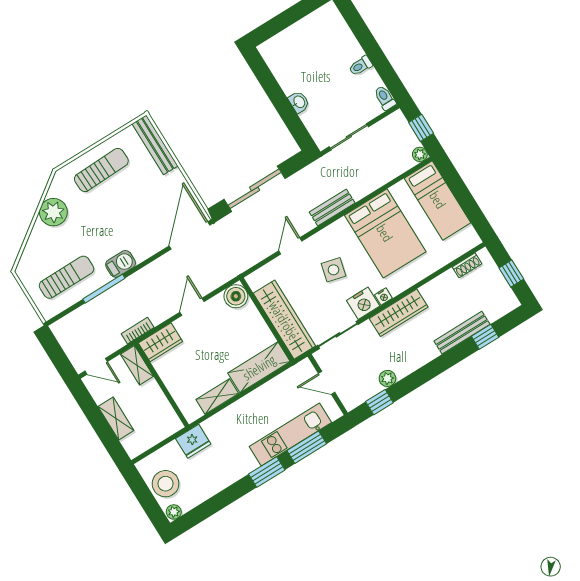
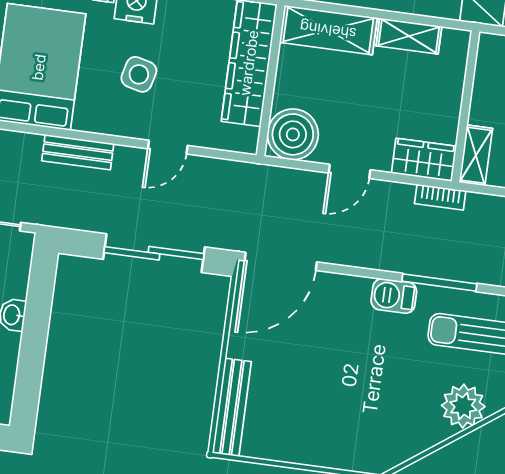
sun lounger: (101, 170) -> (323, 430), removed
plant: (53, 212) -> (463, 406), moved
boiler: (236, 296) -> (293, 134), width x1.37, depth x1.37

